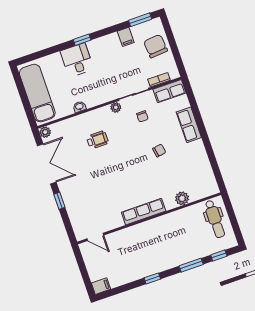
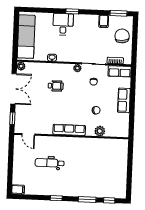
plant: (182, 198) -> (100, 131), moved
row of seats: (144, 212) -> (69, 130), moved
wall: (149, 218) -> (71, 136), moved
dental chair: (215, 219) -> (50, 163), moved, turned 90
door: (95, 237) -> (28, 134), moved

